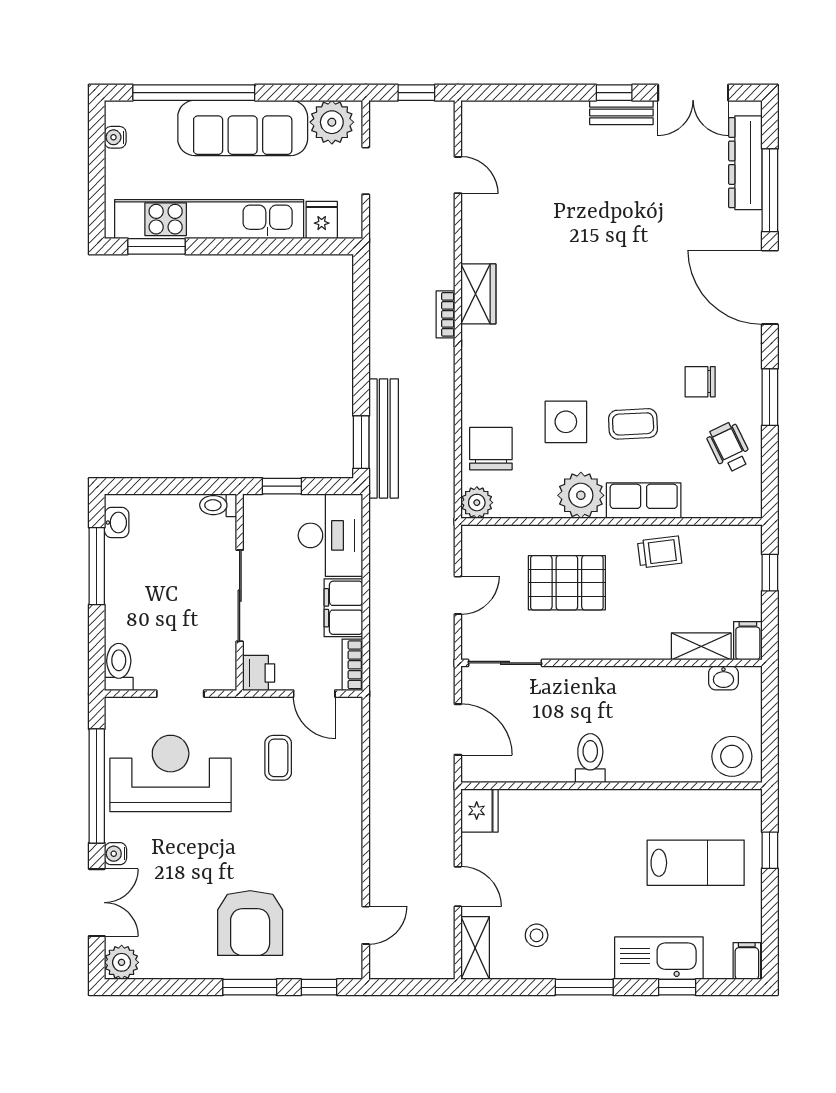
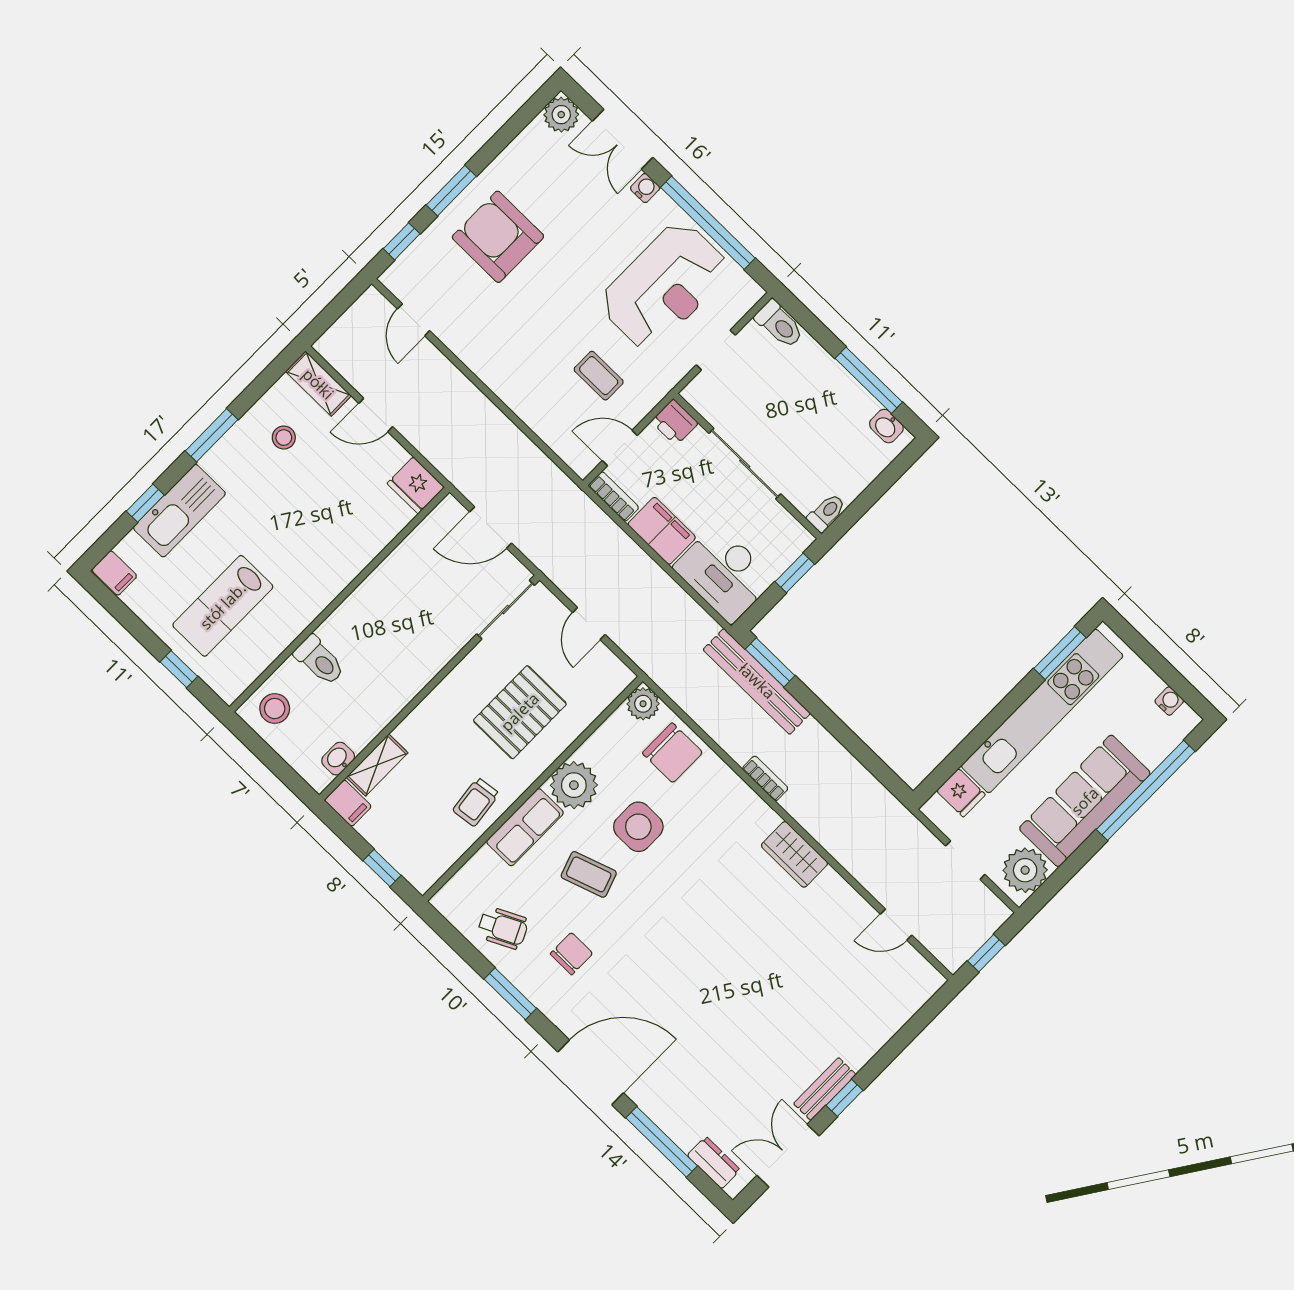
dresser: (745, 163) -> (714, 1163), width x0.51, depth x0.80
bookcase: (445, 314) -> (765, 778), moved
coffee table: (633, 424) -> (589, 874), turned 74
stool: (732, 756) -> (275, 709), width x0.73, depth x0.73
toilet: (590, 758) -> (319, 660), moved

